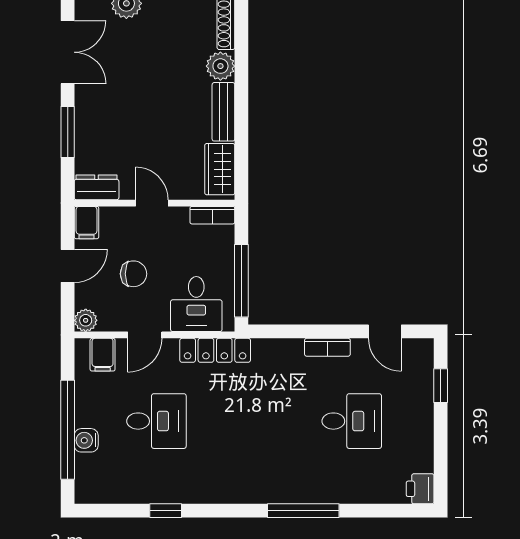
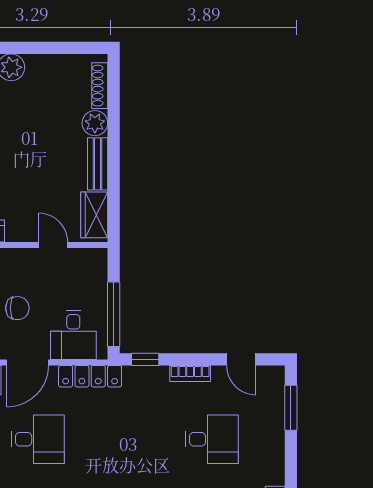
door: (152, 203) -> (53, 245), moved
bookcase: (212, 215) -> (88, 256), removed
window: (277, 331) -> (145, 359), added
door: (145, 335) -> (27, 363), width x1.38
window: (441, 386) -> (291, 408), width x1.50

